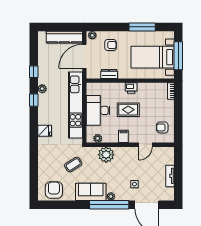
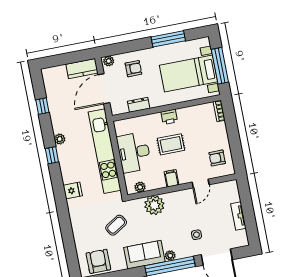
kitchen counter: (64, 37) -> (82, 69), width x0.67
window: (34, 72) -> (42, 106), moved

